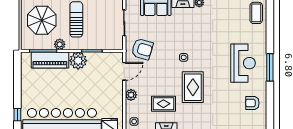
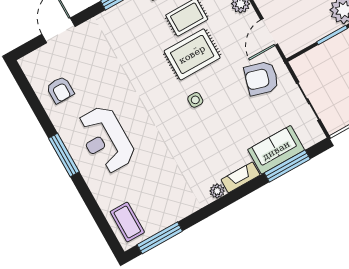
rug: (193, 87) -> (192, 54), moved, turned 90
armchair: (252, 103) -> (60, 90), turned 90

